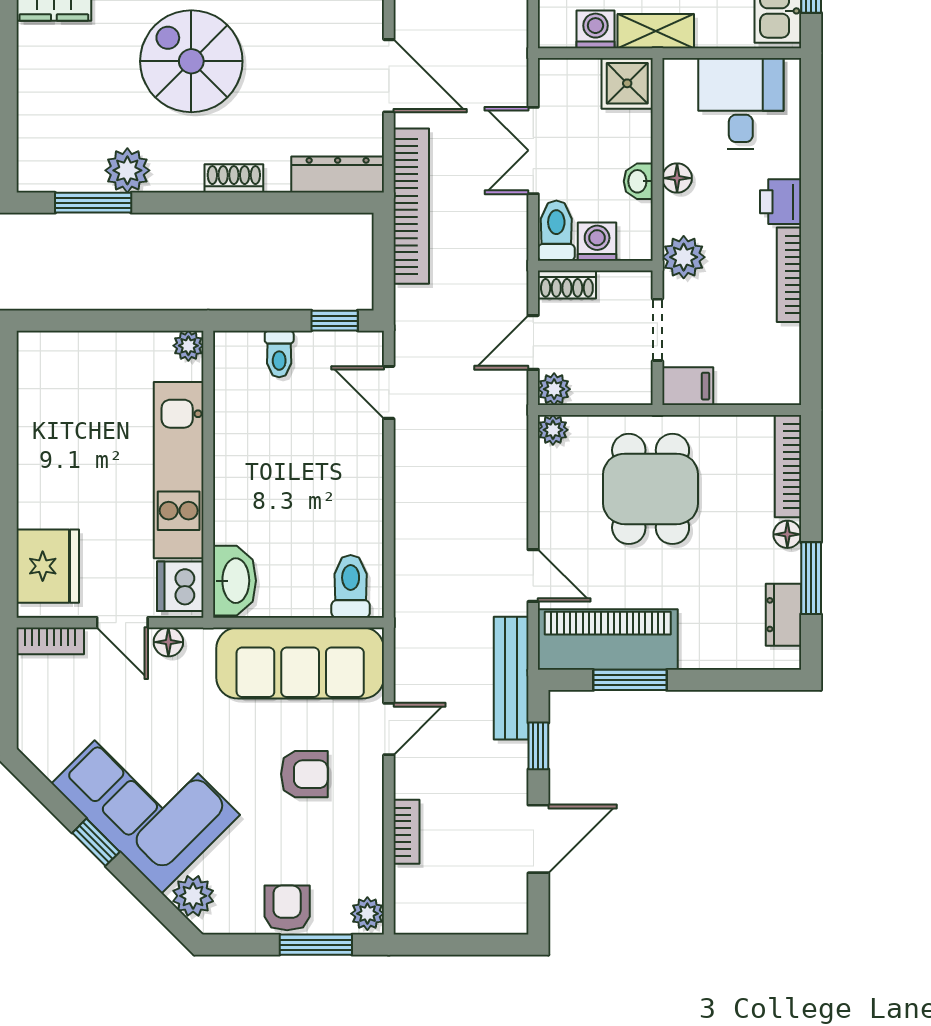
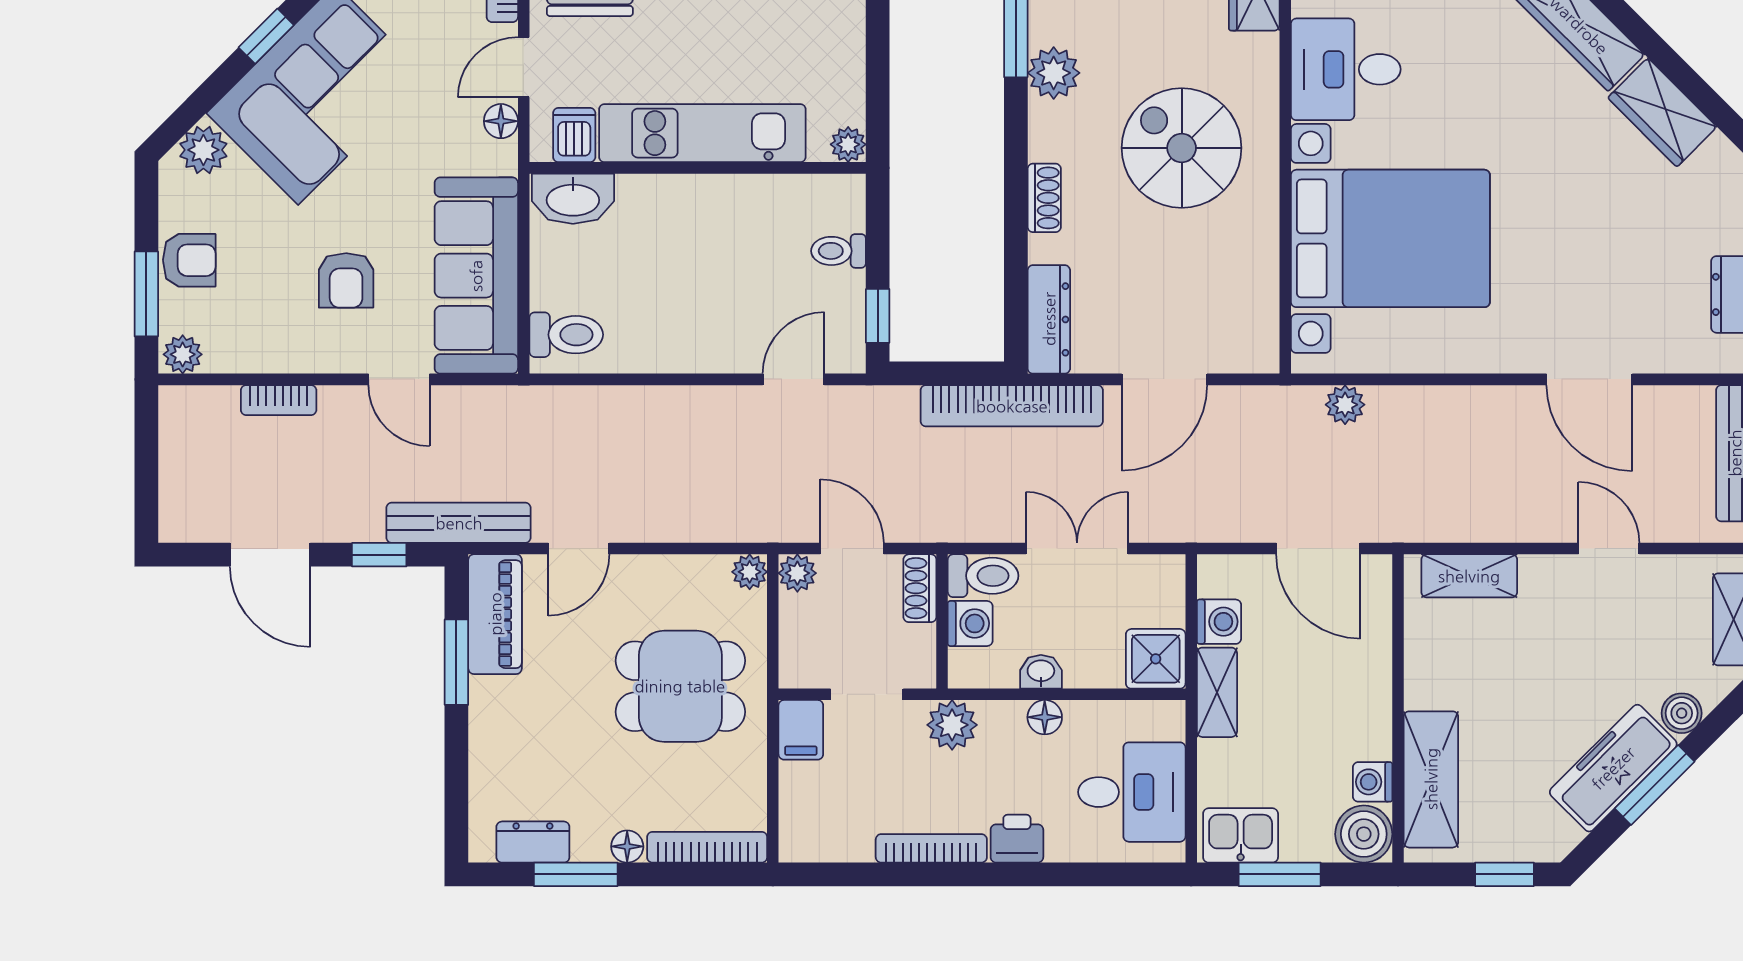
spiral stairs: (191, 61) -> (1182, 148), turned -90
dishwasher: (180, 586) -> (574, 135), width x0.73
piano: (608, 640) -> (495, 614), width x0.73, depth x0.75

